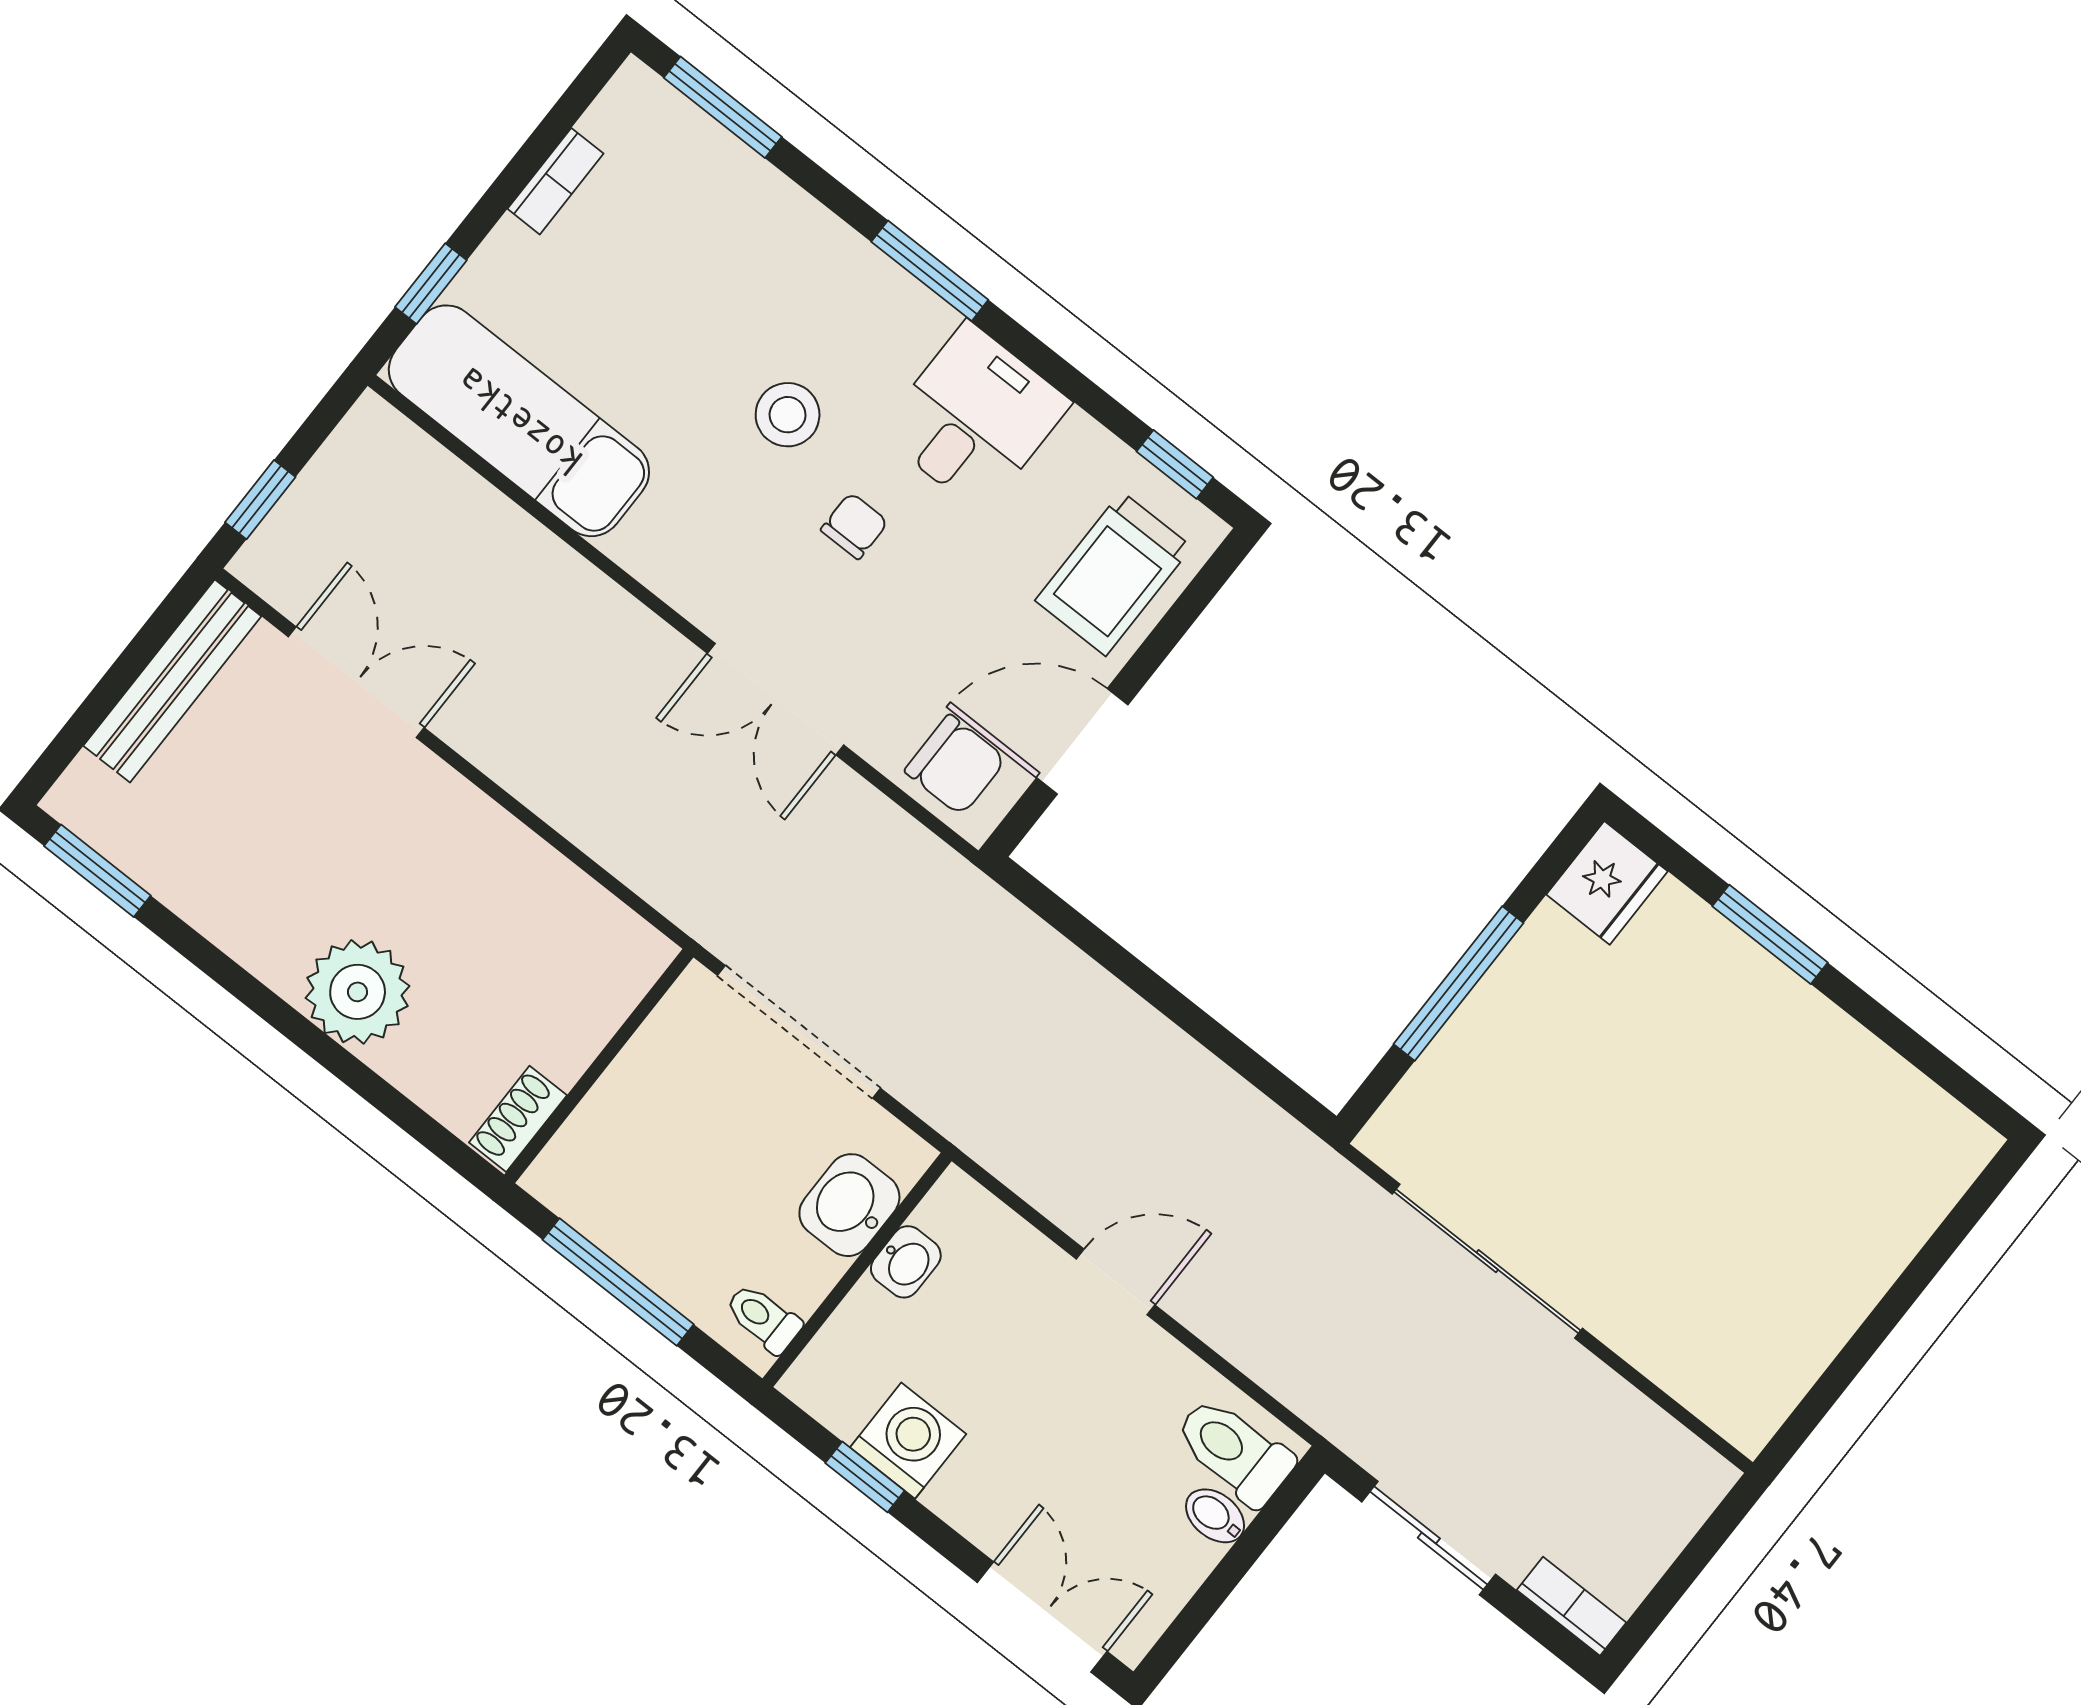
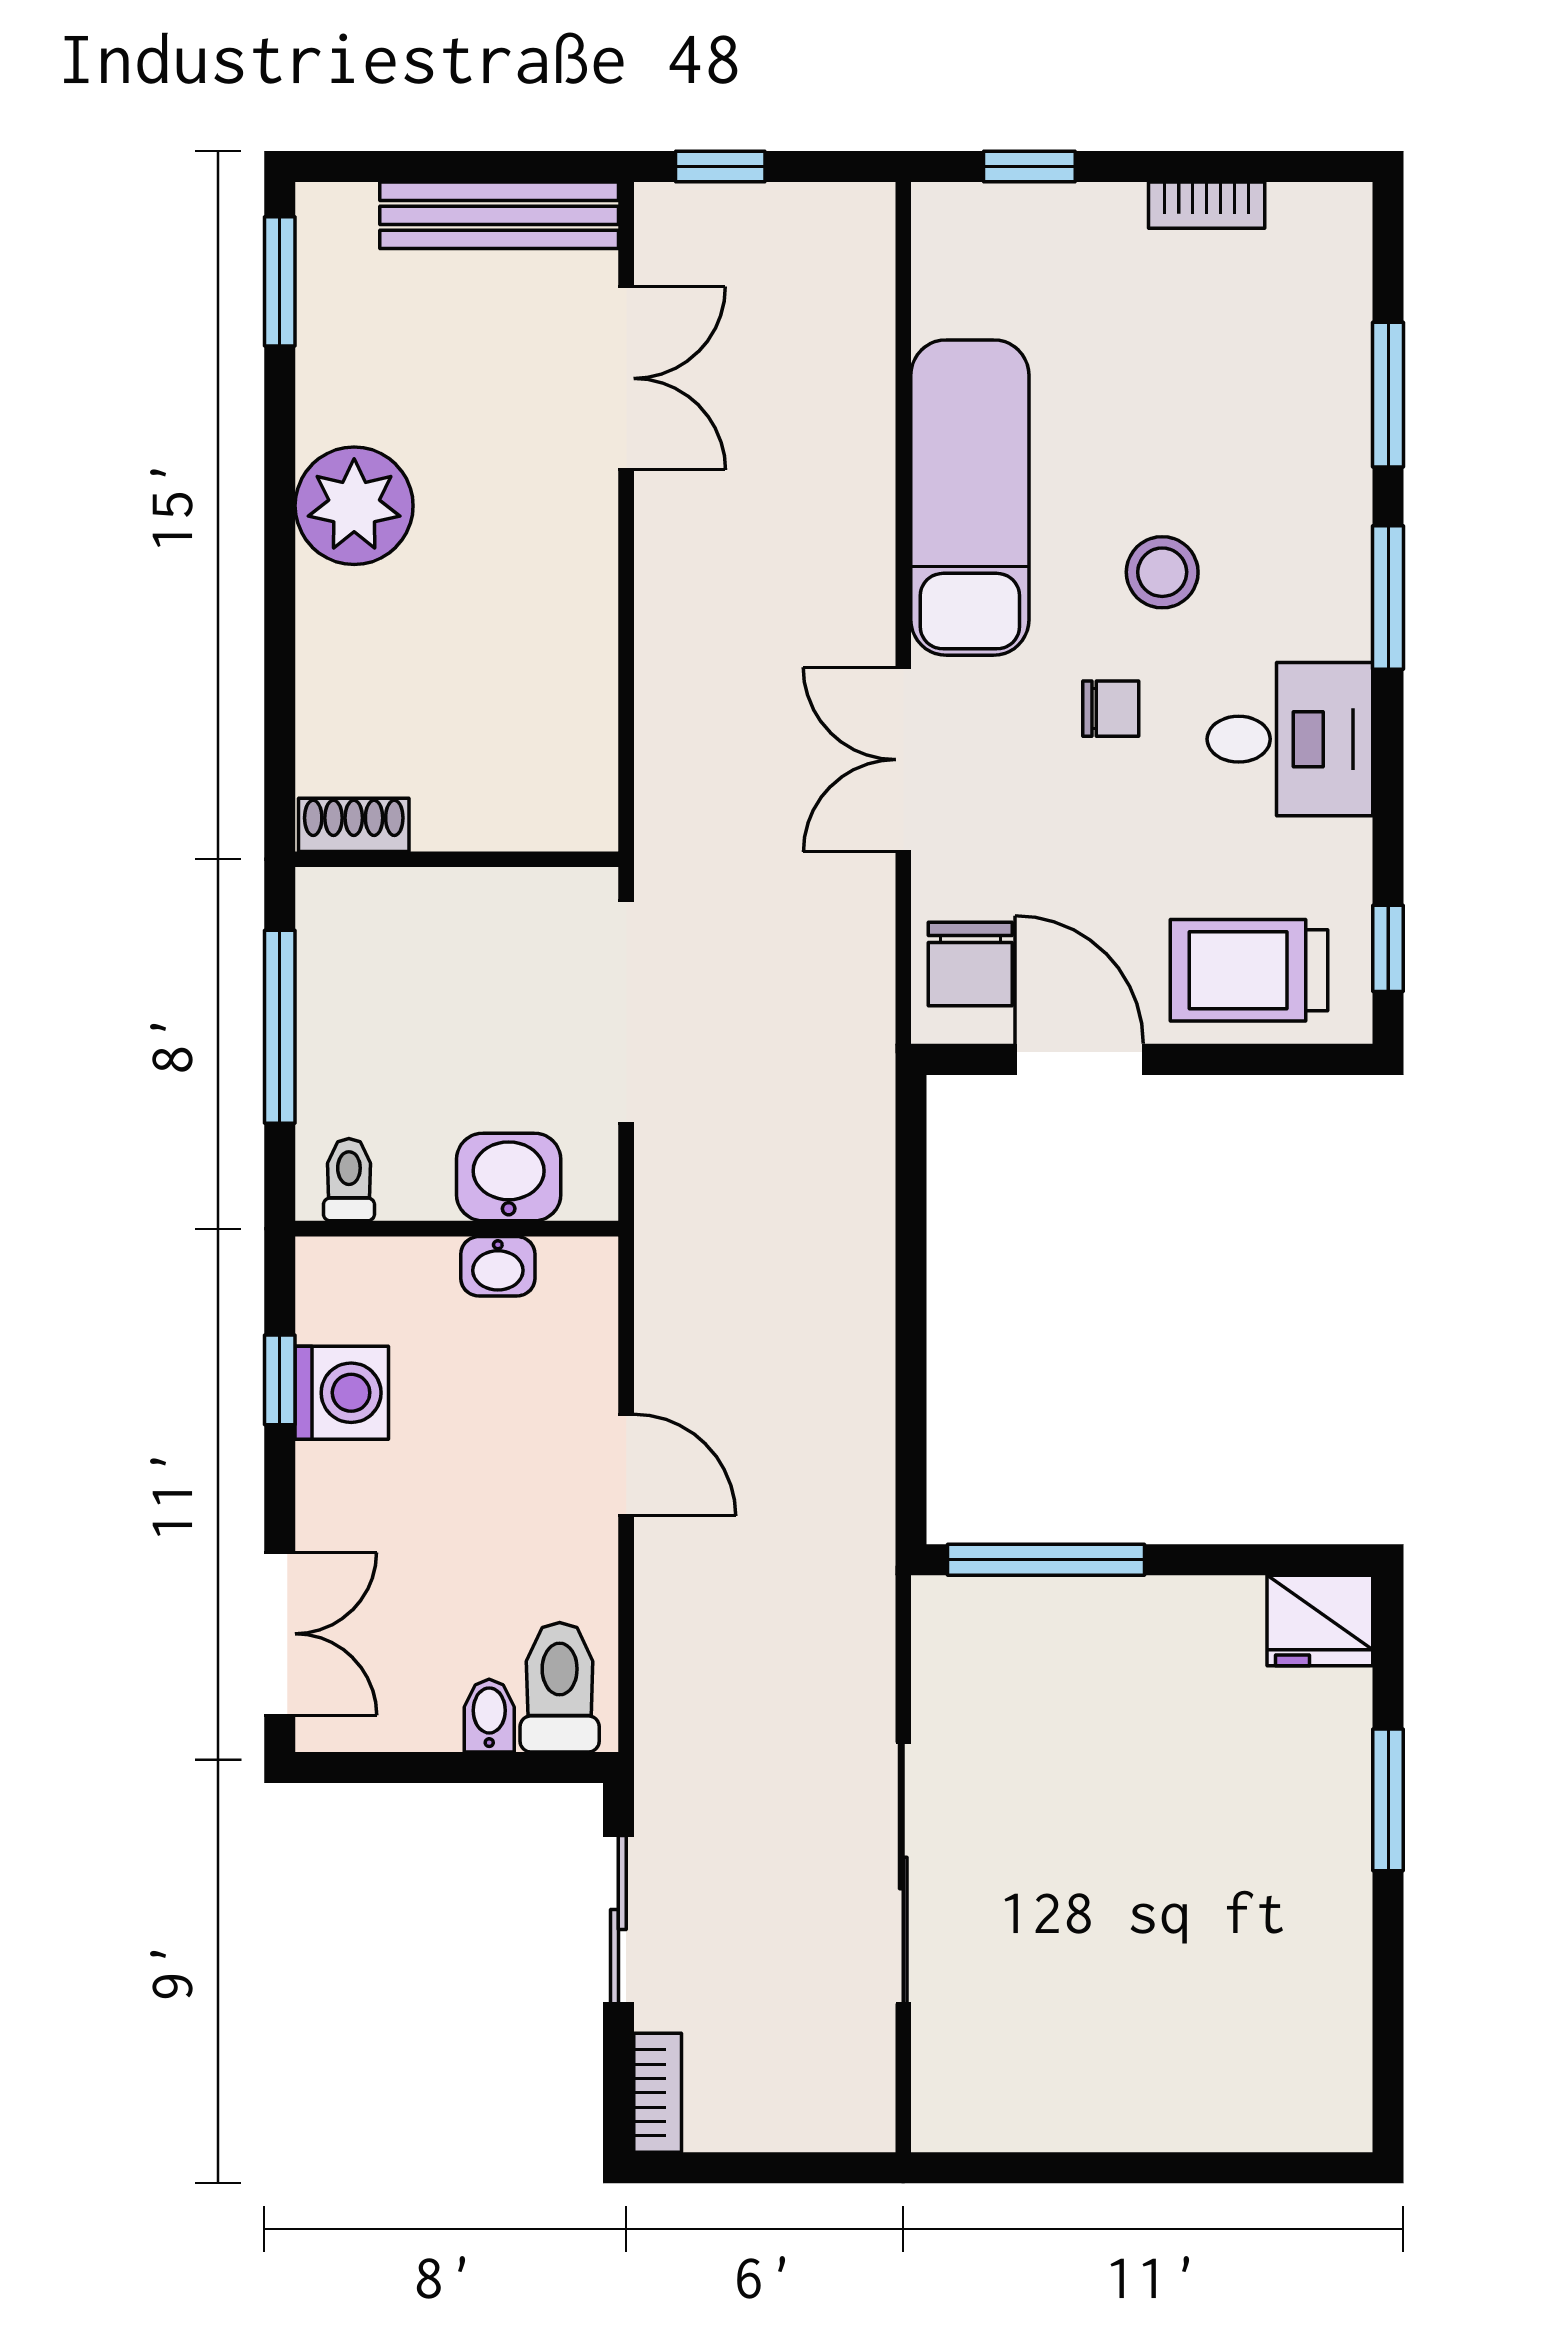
window: (723, 107) -> (1388, 395), moved
exam couch: (519, 421) -> (970, 498), moved
window: (1459, 983) -> (1046, 1560), moved
plant: (358, 992) -> (354, 506), moved
sliding door: (1487, 1261) -> (903, 1873), moved

